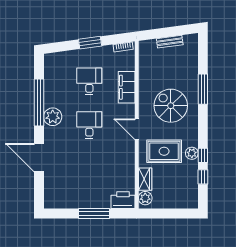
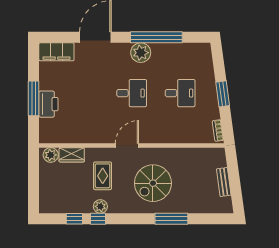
filing cabinet: (127, 87) -> (56, 52), moved, turned 180
spiral stairs: (171, 106) -> (153, 183), turned 180
rug: (164, 151) -> (103, 176), width x0.73, depth x0.70
printer: (123, 200) -> (48, 104), moved

